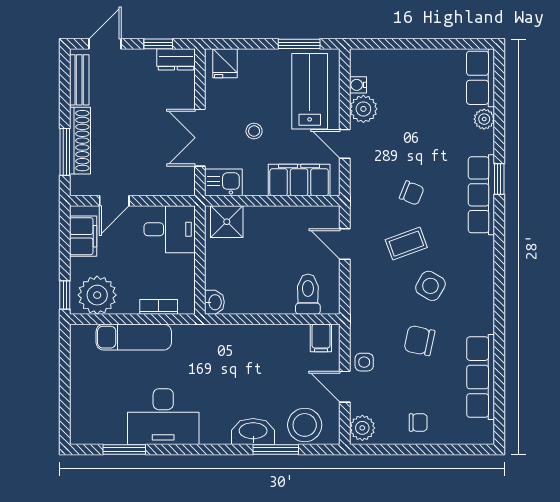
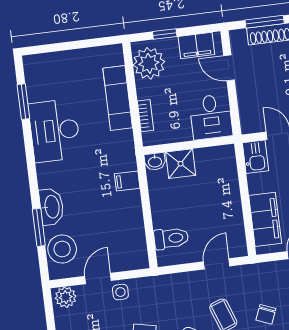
shower: (227, 222) -> (181, 164), moved
window: (65, 295) -> (165, 34), moved
filing cabinet: (321, 338) -> (127, 181), moved

